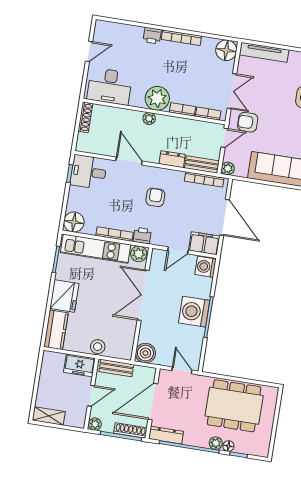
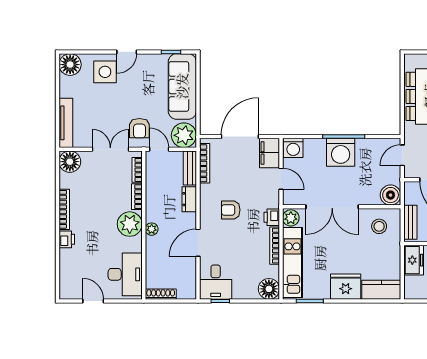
plant: (228, 168) -> (184, 135), width x1.87, depth x1.87
stool: (98, 347) -> (379, 226), moved

